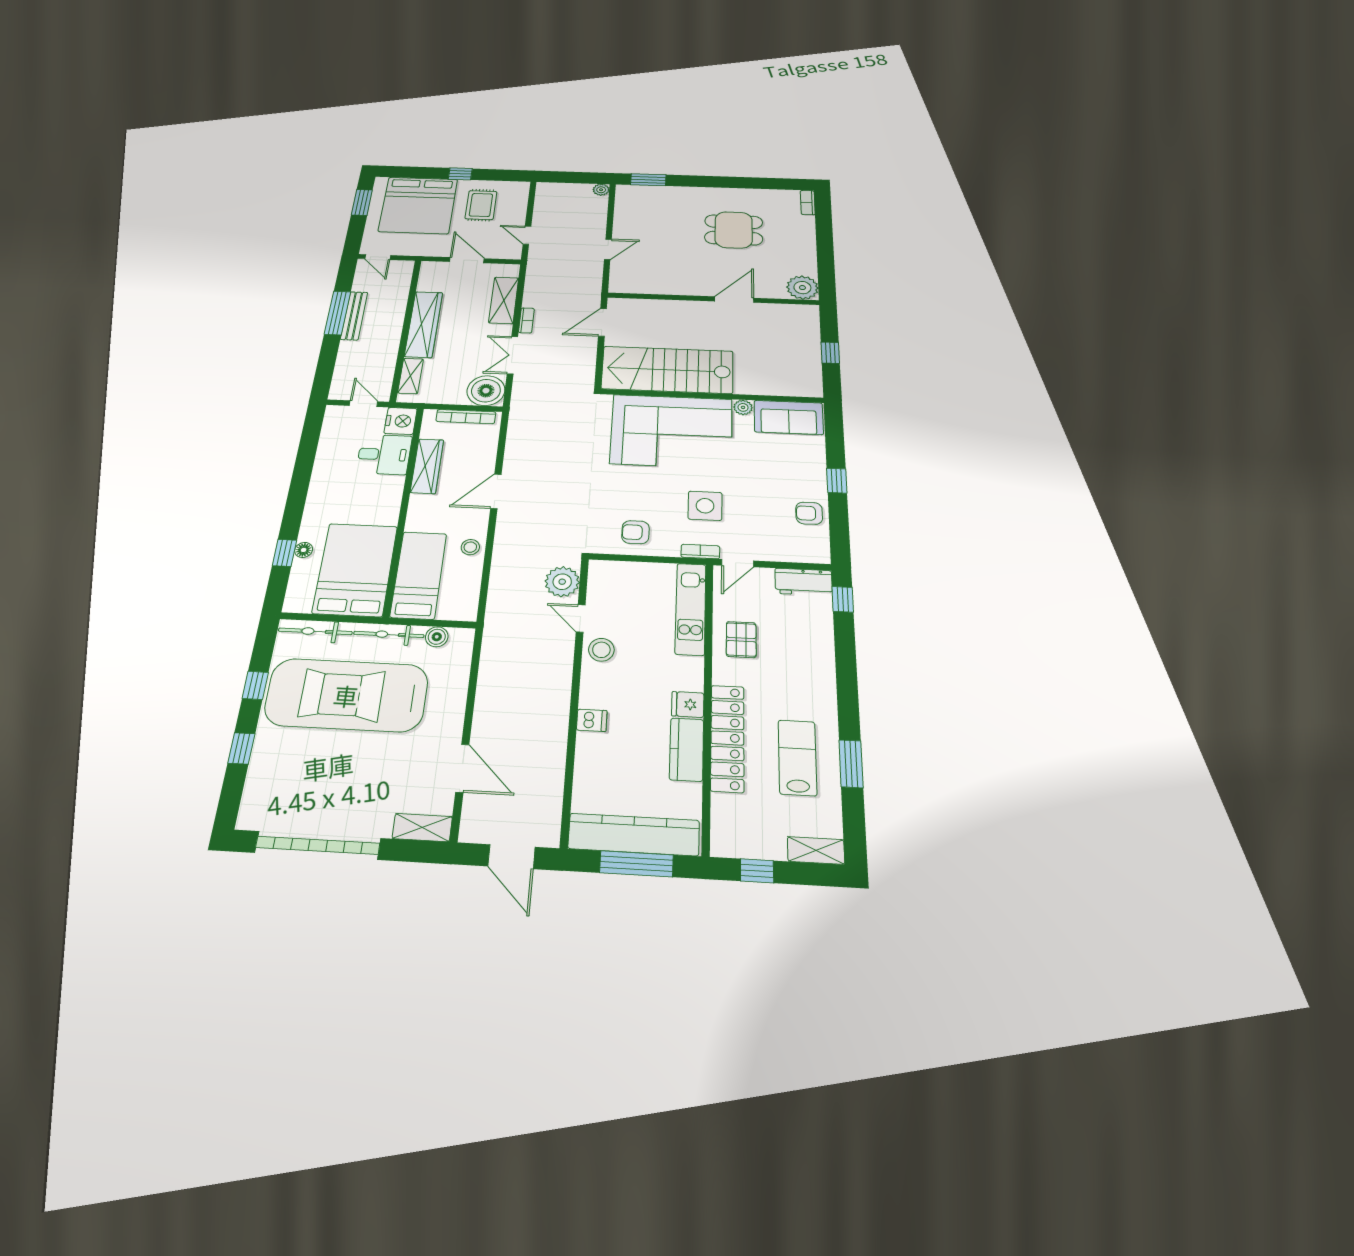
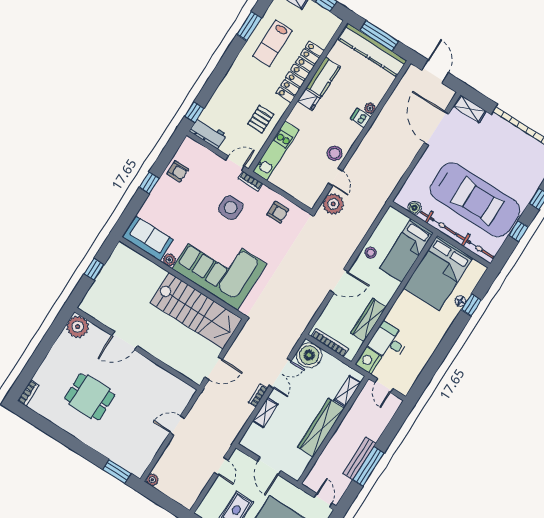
shelving: (504, 300) -> (265, 413), width x0.67, depth x0.75
plant: (585, 742) -> (370, 108), added
door: (462, 768) -> (436, 128), width x1.36

